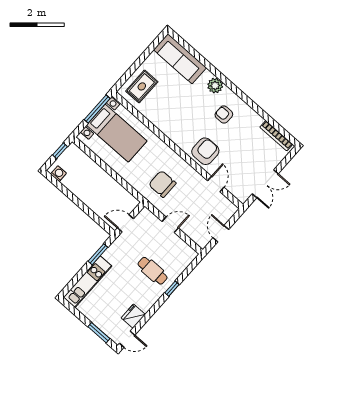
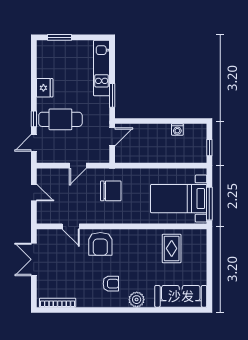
rug: (142, 86) -> (172, 248), moved
washing machine: (58, 174) -> (177, 130), moved
cafe table: (153, 271) -> (60, 119), width x1.37, depth x1.35
fridge: (133, 316) -> (45, 88), moved
door: (127, 339) -> (34, 143), moved

